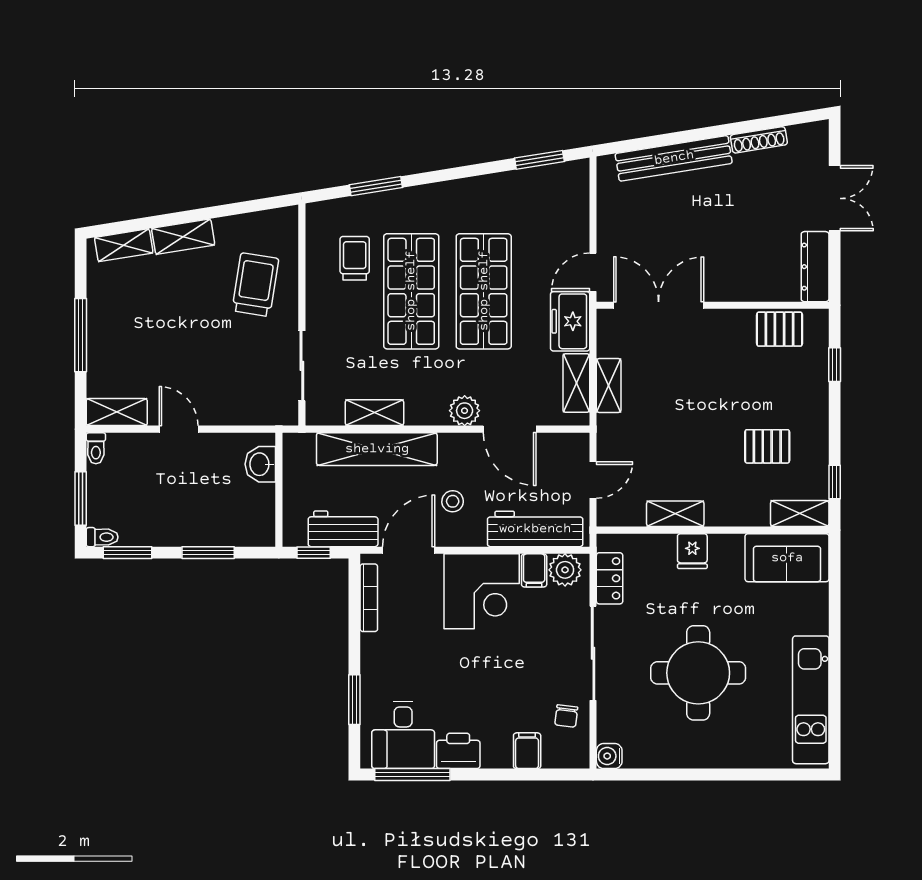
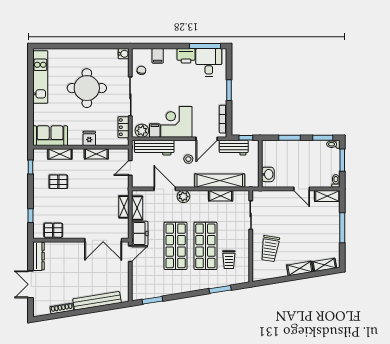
shelving: (800, 514) -> (60, 154), moved
window: (354, 700) -> (229, 90), moved

